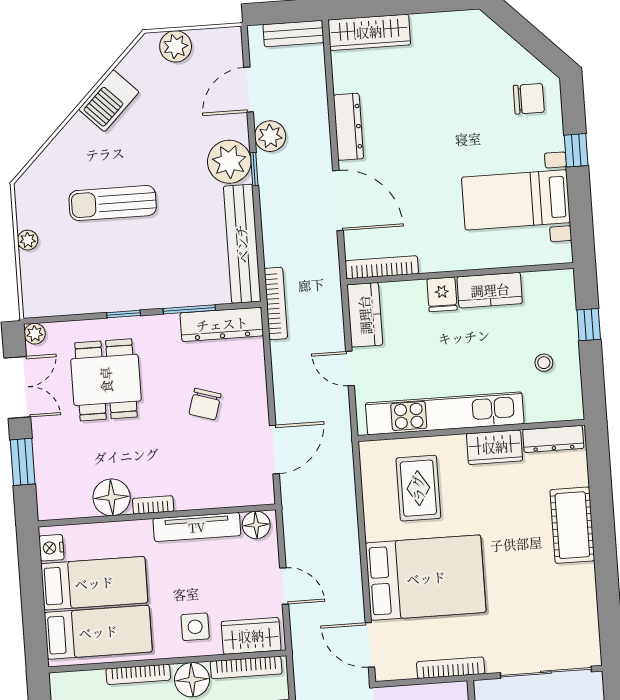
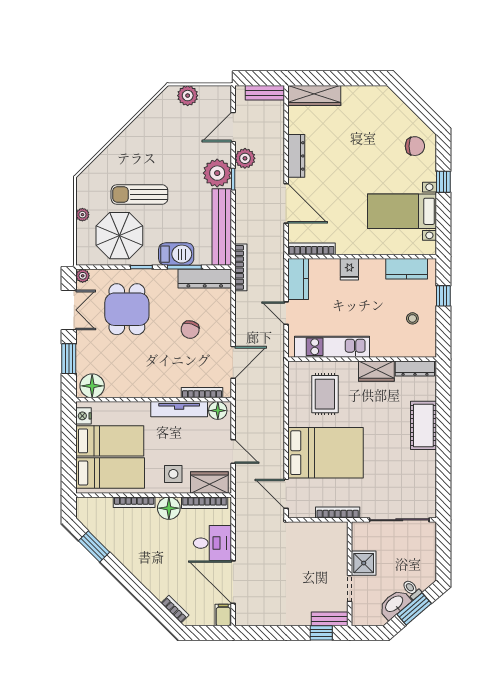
barbecue: (109, 101) -> (176, 254), moved, turned -135
parasol: (86, 268) -> (119, 236), added
kitchen counter: (490, 290) -> (407, 269), moved
kitchen unit: (445, 413) -> (332, 347), width x0.73
floor lamp: (112, 497) -> (92, 386), moved
bookcase: (153, 505) -> (202, 393), moved, width x1.56

